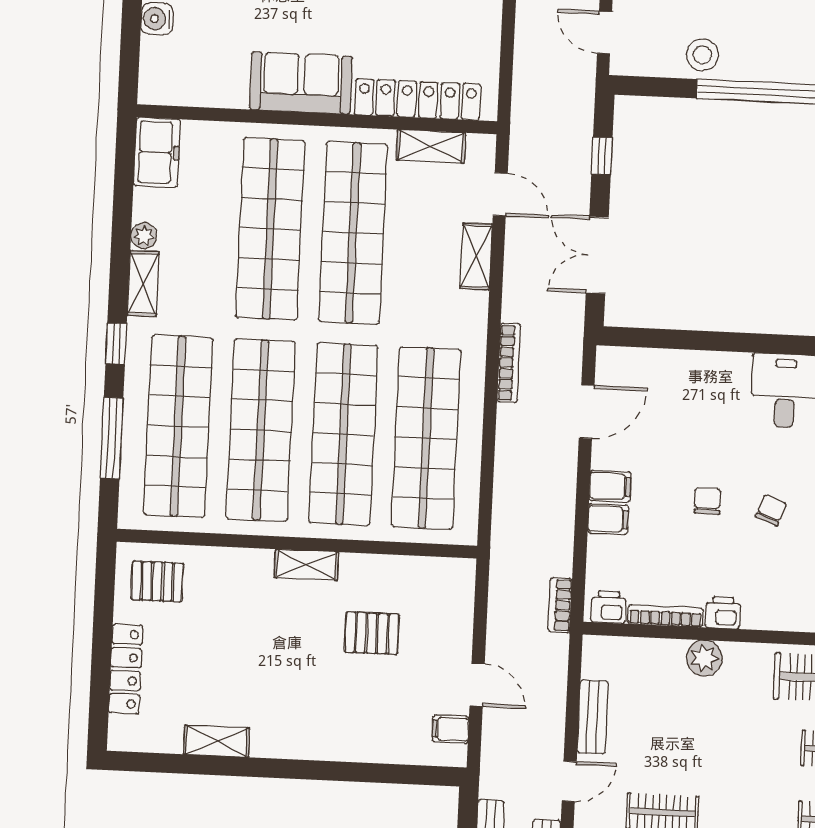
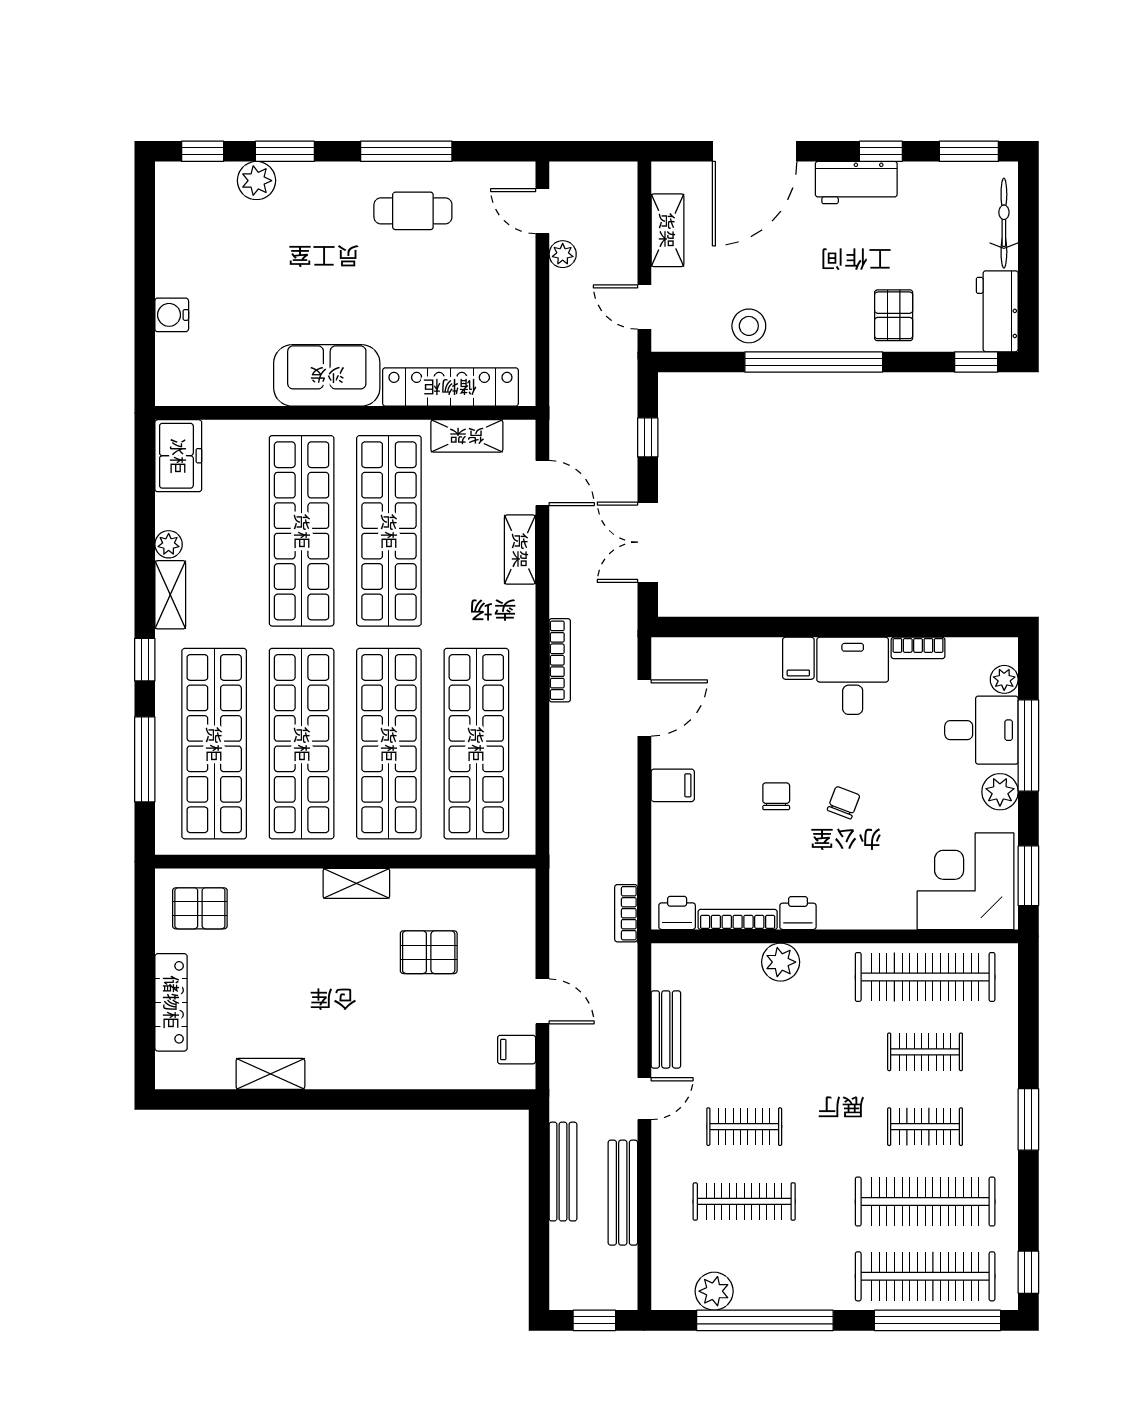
filing cabinet: (608, 519) -> (798, 658), moved, turned 90

